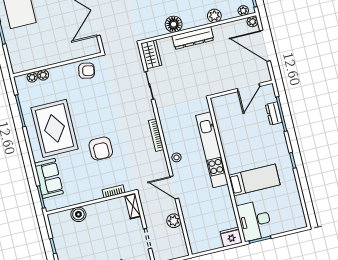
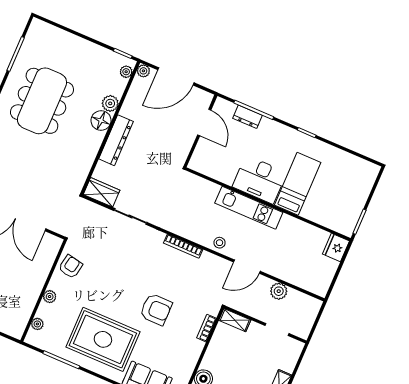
floor lamp: (174, 24) -> (101, 121), moved
plant: (43, 75) -> (50, 297), moved
kitchen unit: (212, 150) -> (249, 208), width x0.73
desk: (255, 220) -> (259, 180), moved

